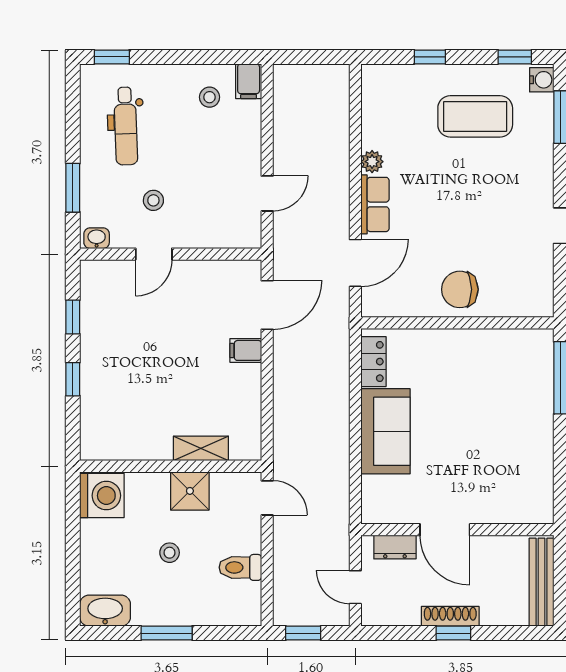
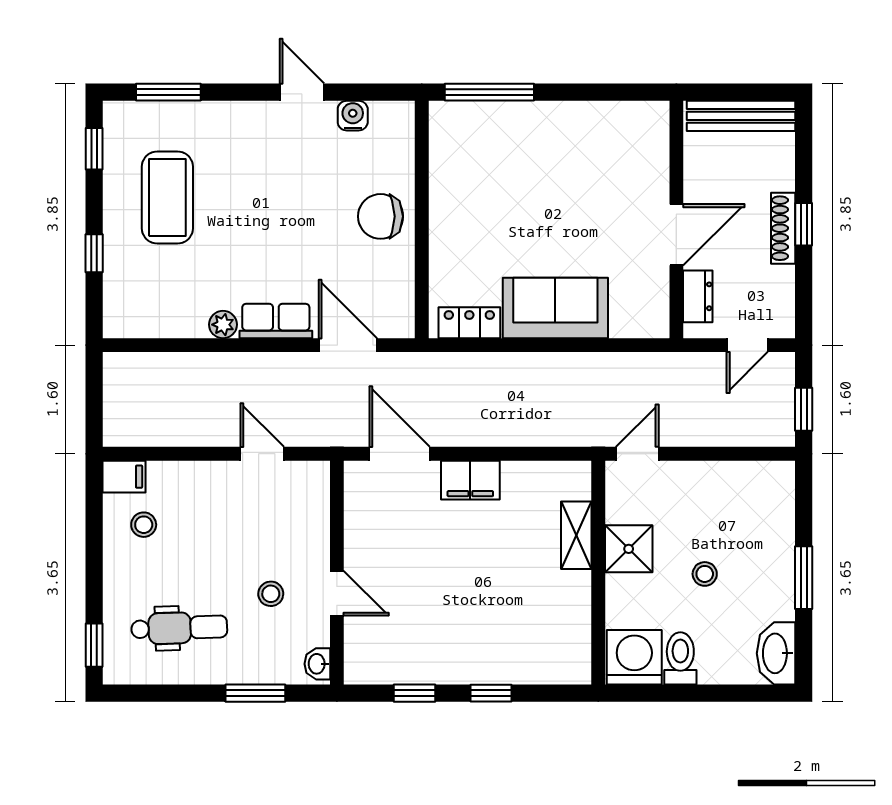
water cooler: (542, 80) -> (353, 116), moved
chair: (460, 289) -> (381, 216), turned 90
filing cabinet: (246, 350) -> (470, 480), width x2.00
toilet: (240, 567) -> (680, 658), moved, turned 180

